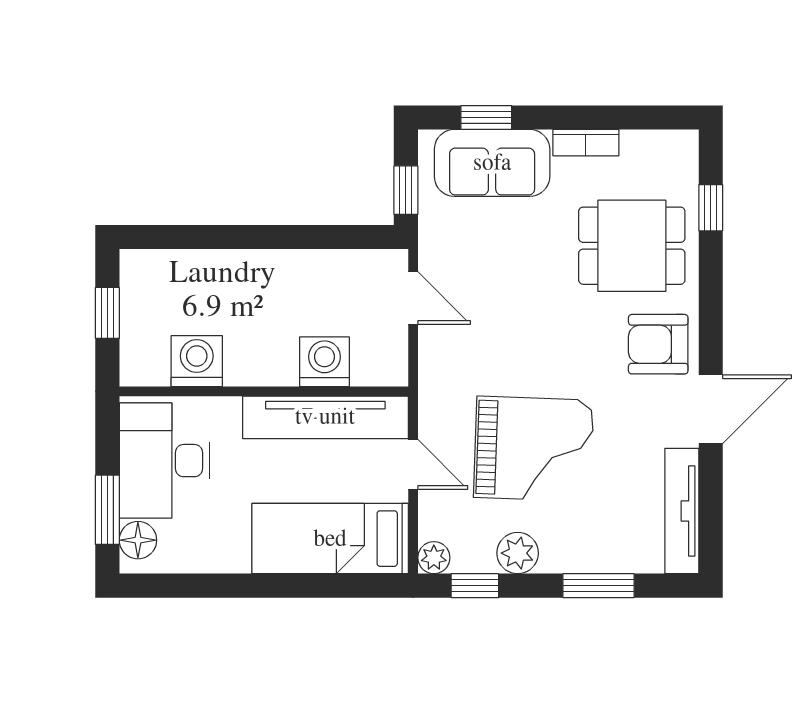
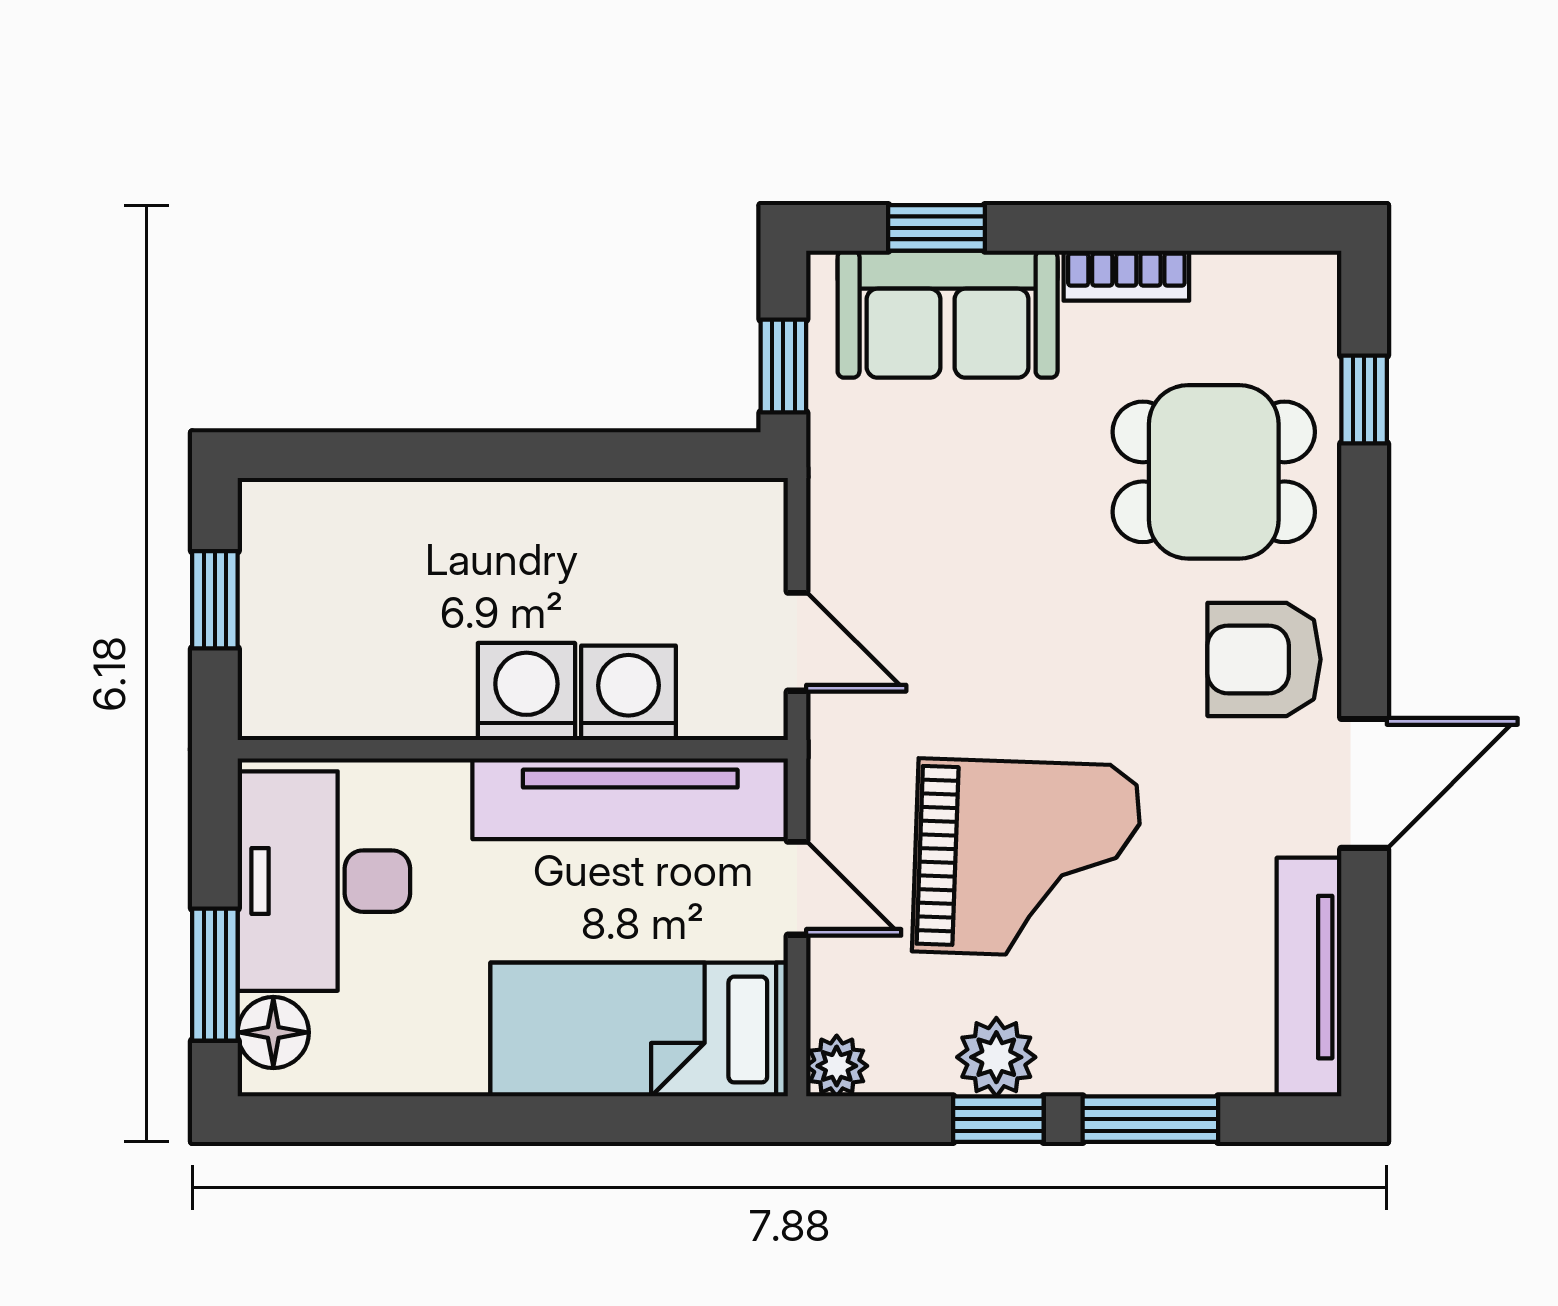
door: (413, 298) -> (797, 642), moved
washing machine: (197, 361) -> (526, 692), moved
window: (475, 586) -> (998, 1119), moved

